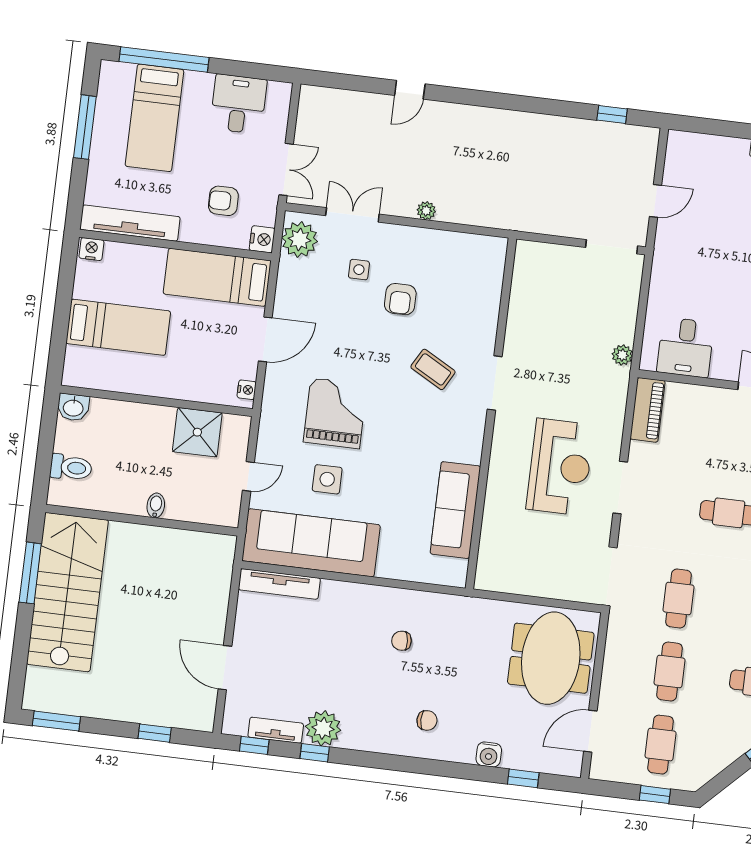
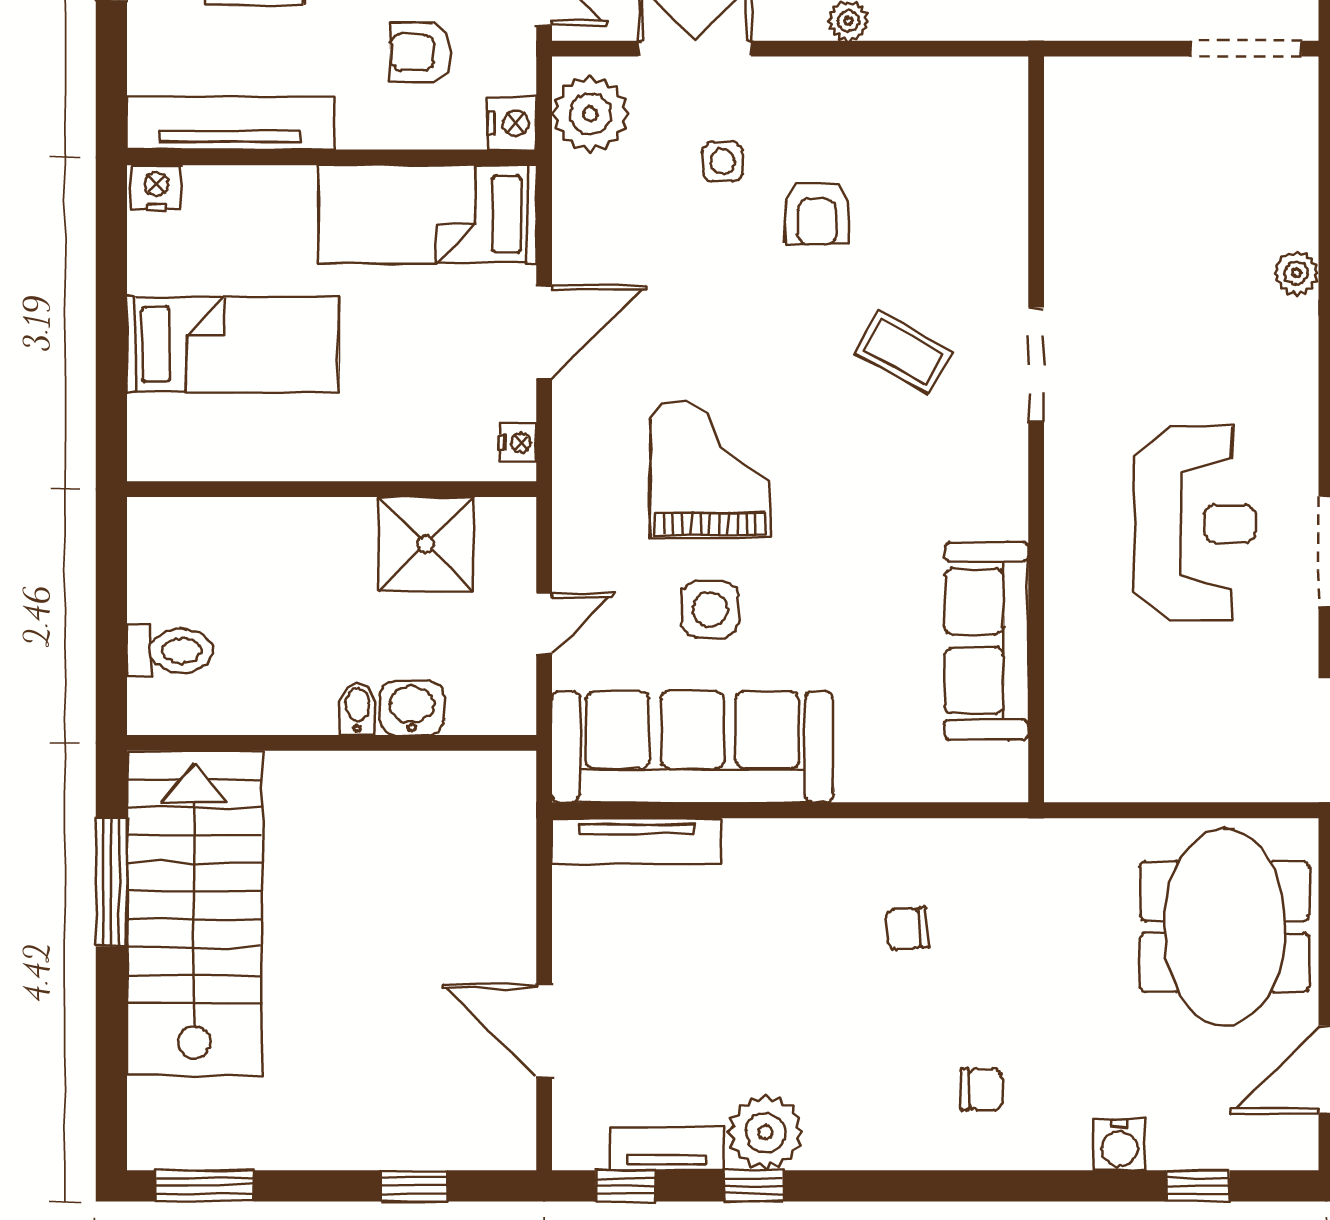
washbasin: (73, 407) -> (412, 708), moved, turned 180

